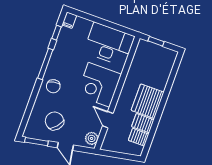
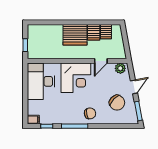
chair: (54, 121) -> (117, 103), turned -86

